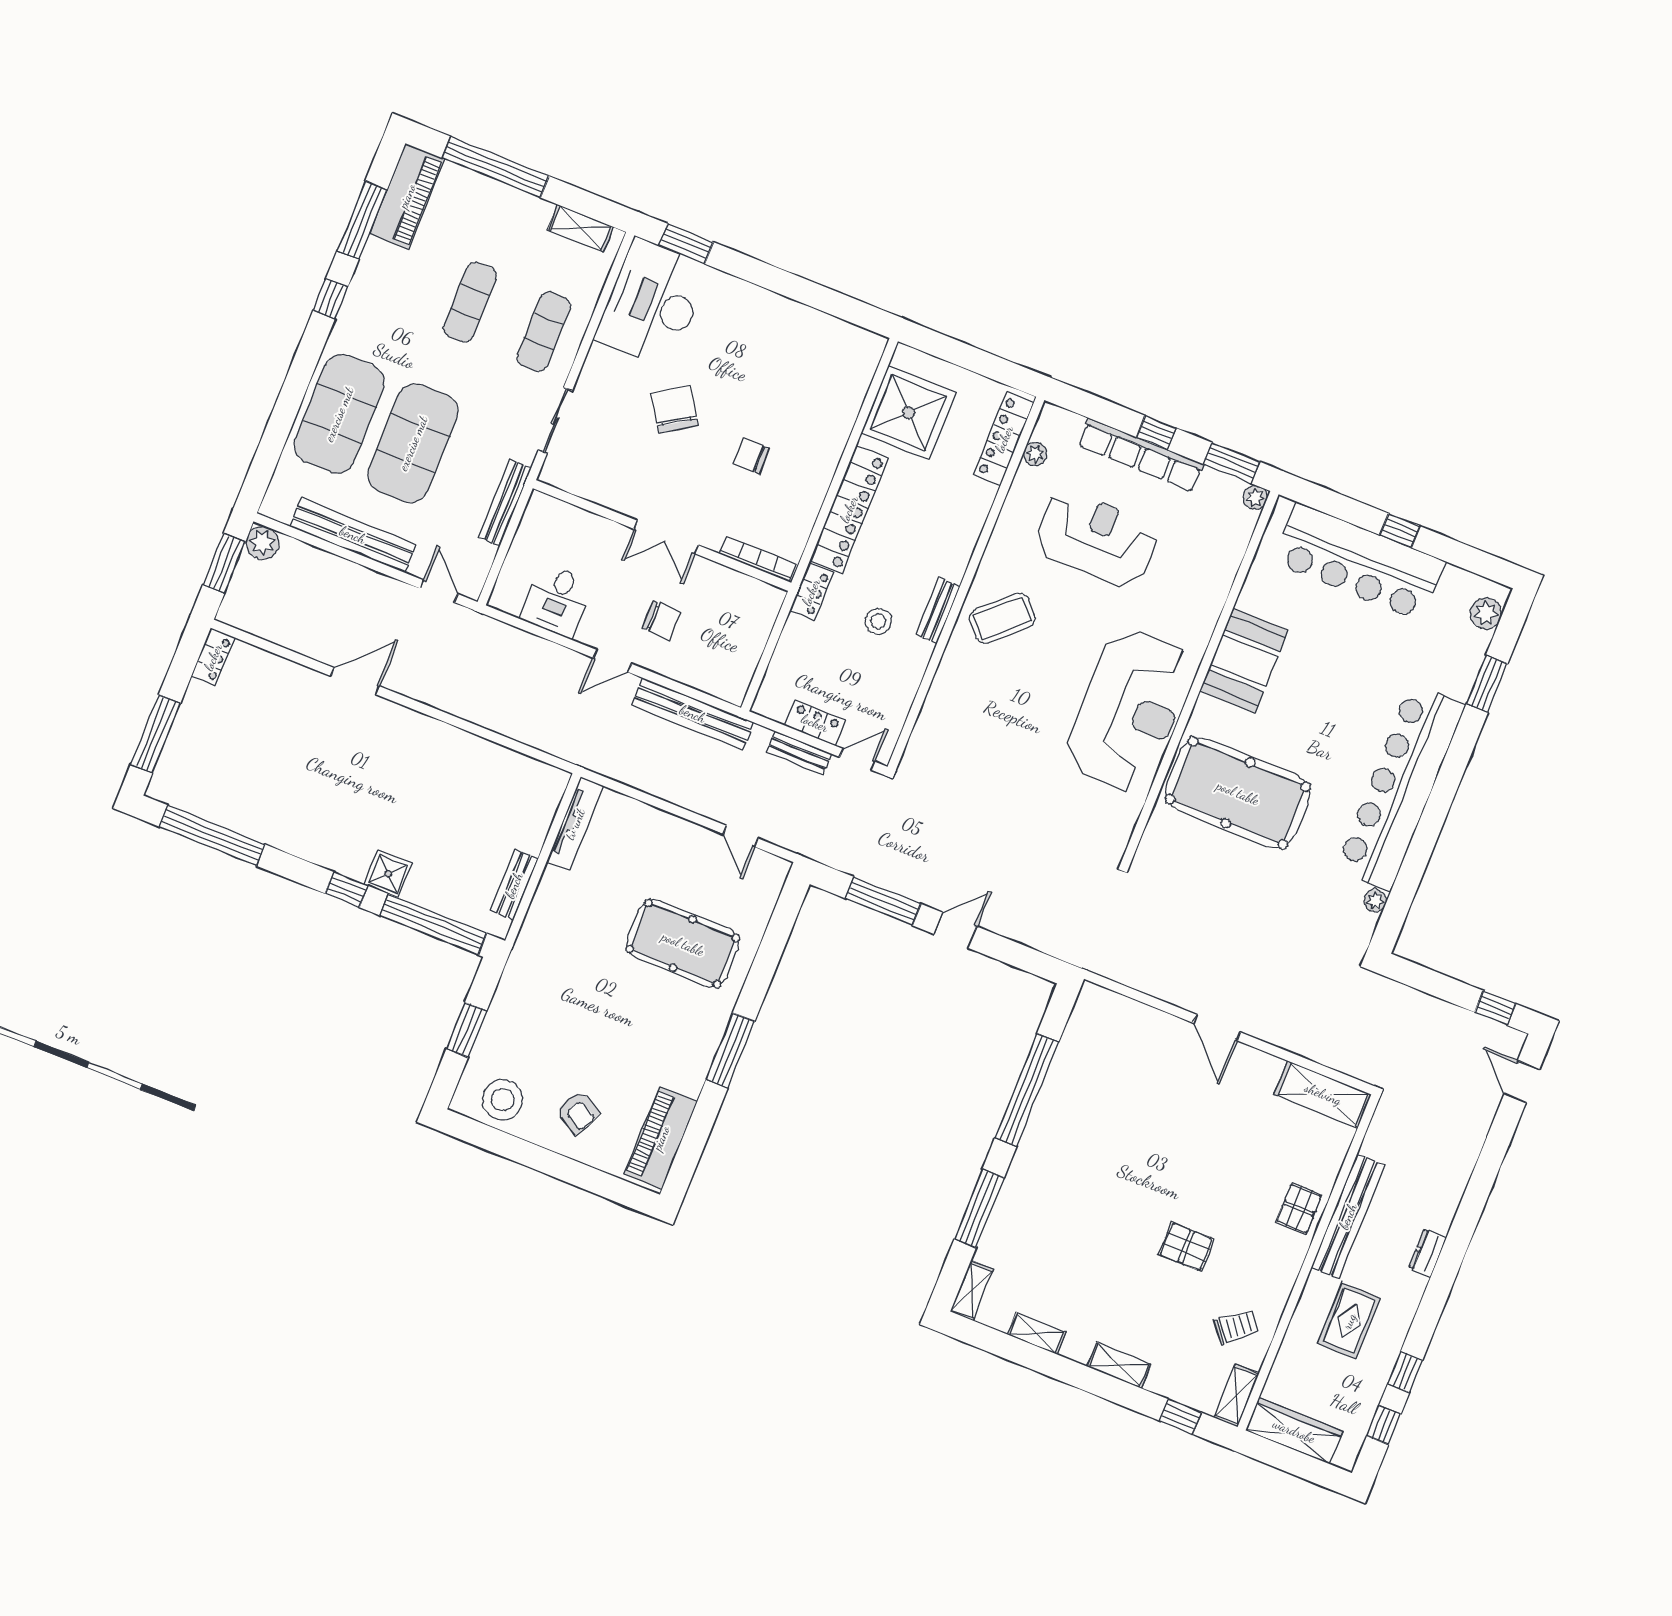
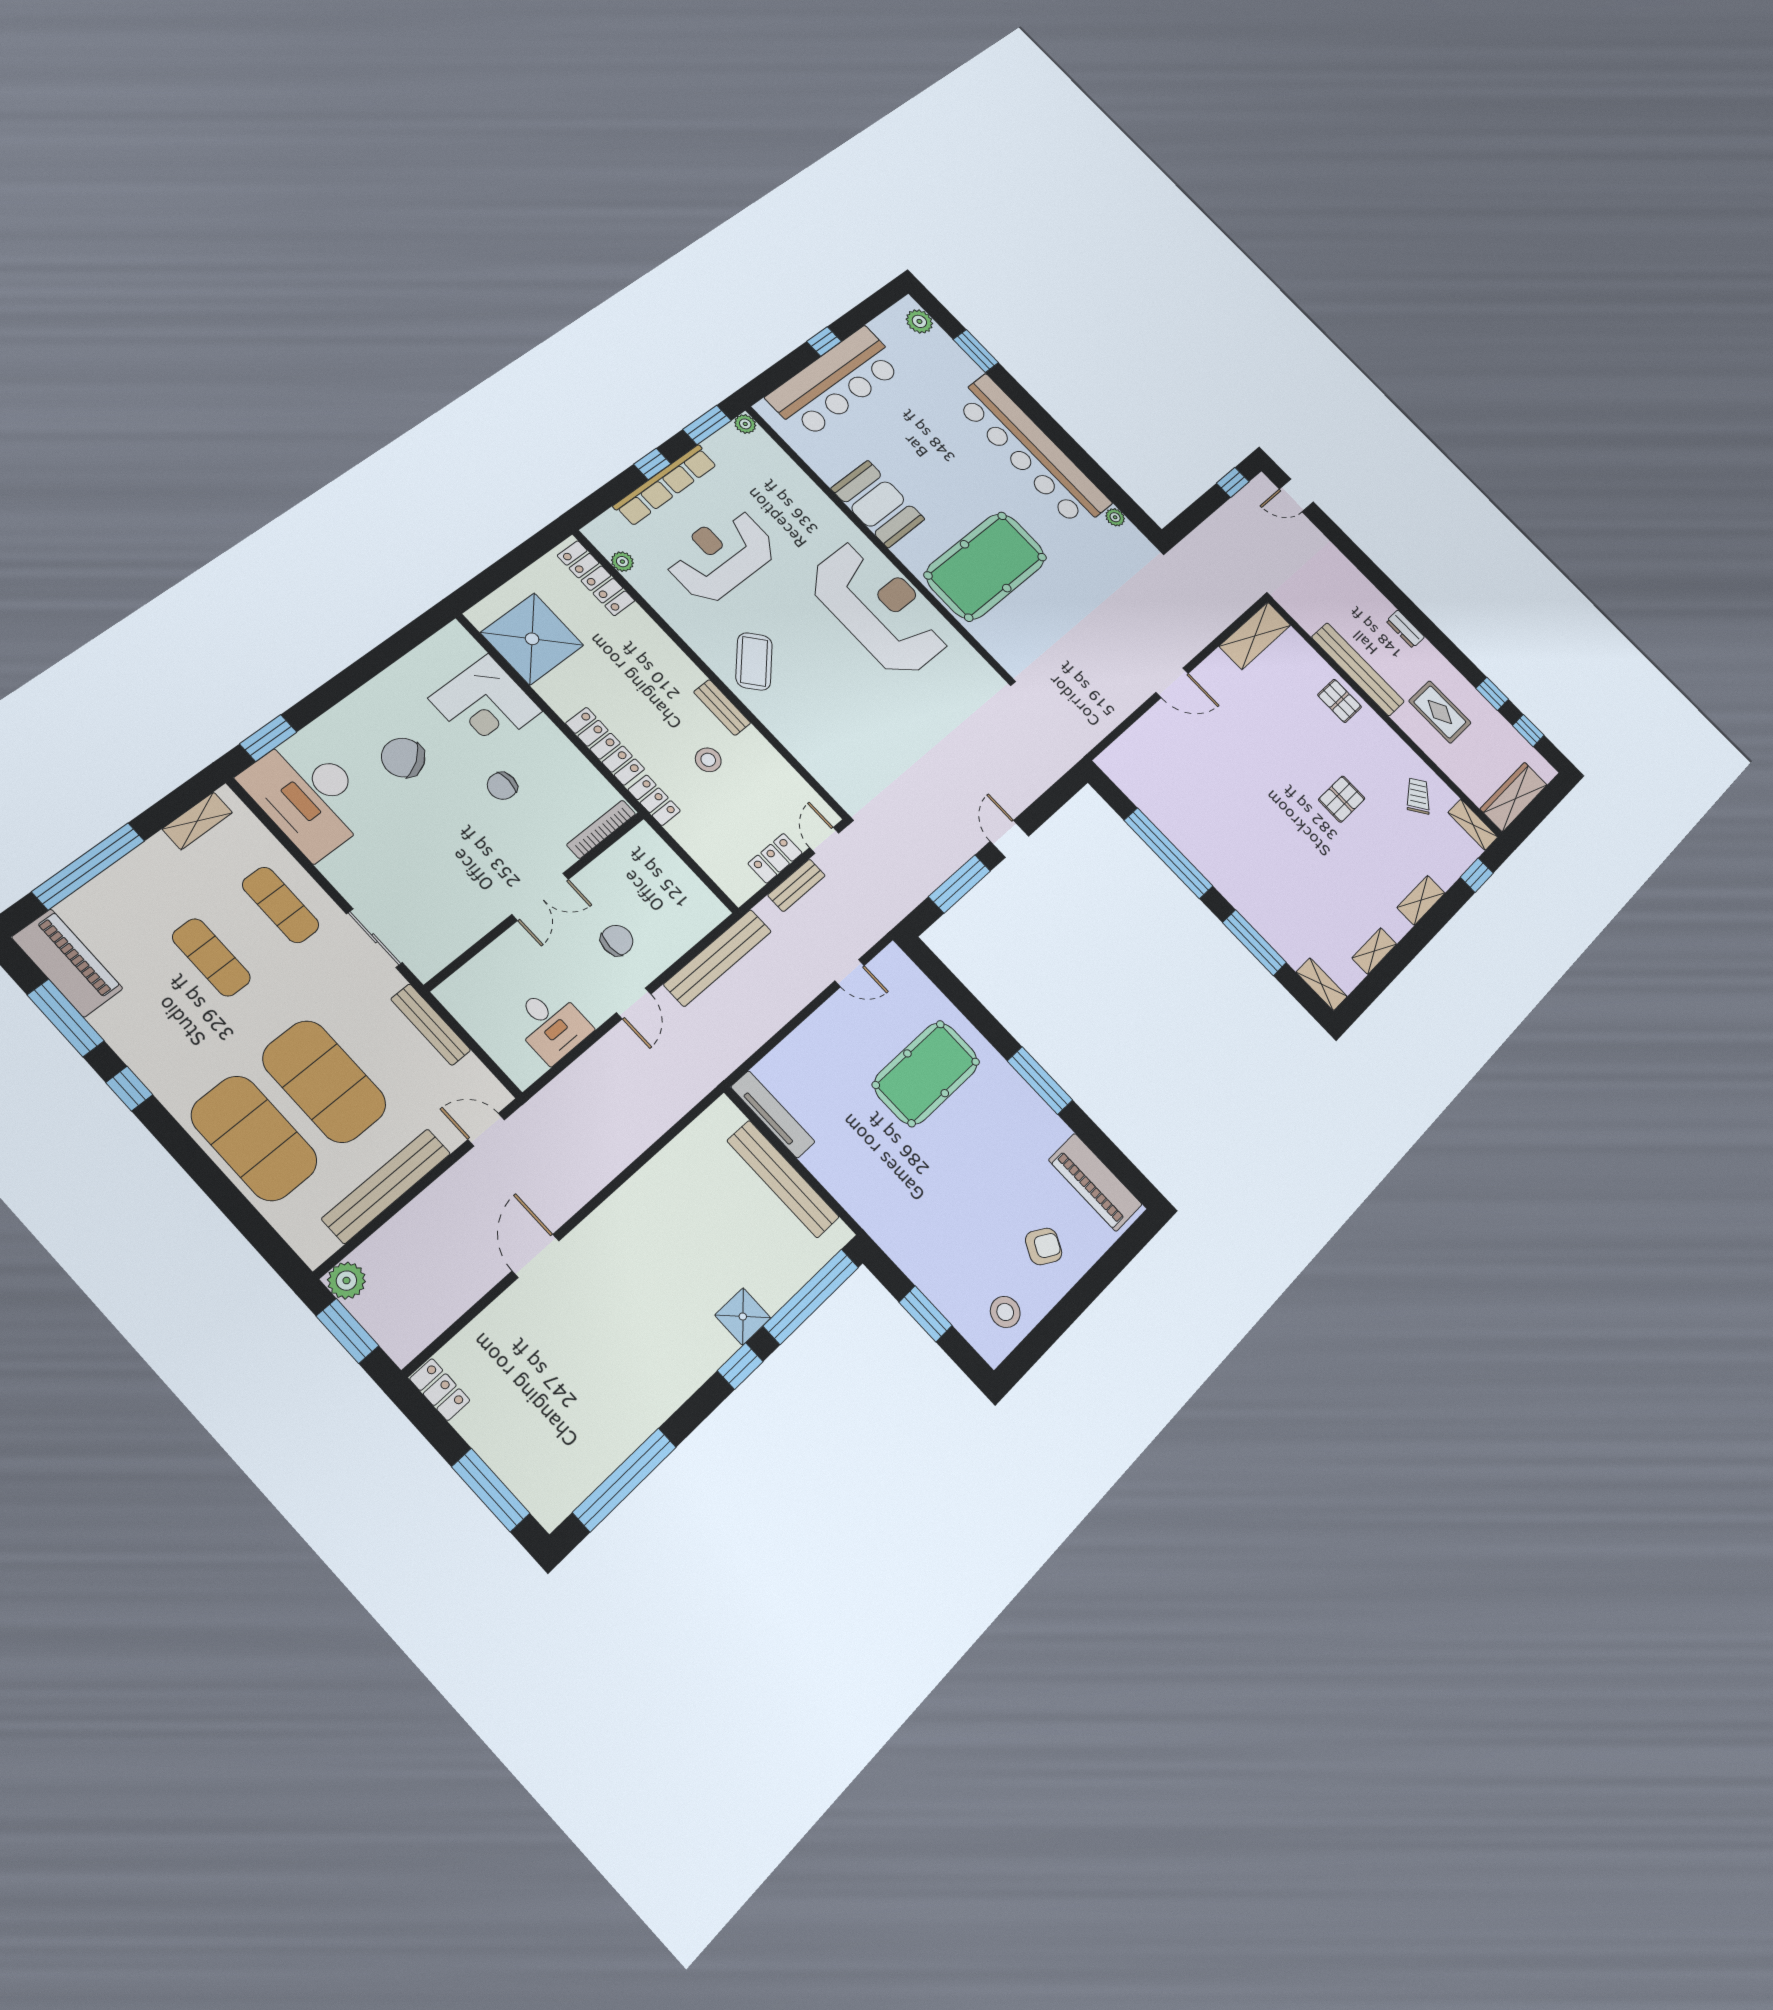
corner desk: (820, 404) -> (485, 705), added
chair: (674, 409) -> (403, 758), moved
locker: (849, 509) -> (605, 746), width x0.71, depth x0.83
bench: (514, 885) -> (783, 1179), width x1.86, depth x1.21
stool: (502, 1100) -> (1005, 1312), width x0.73, depth x0.73

